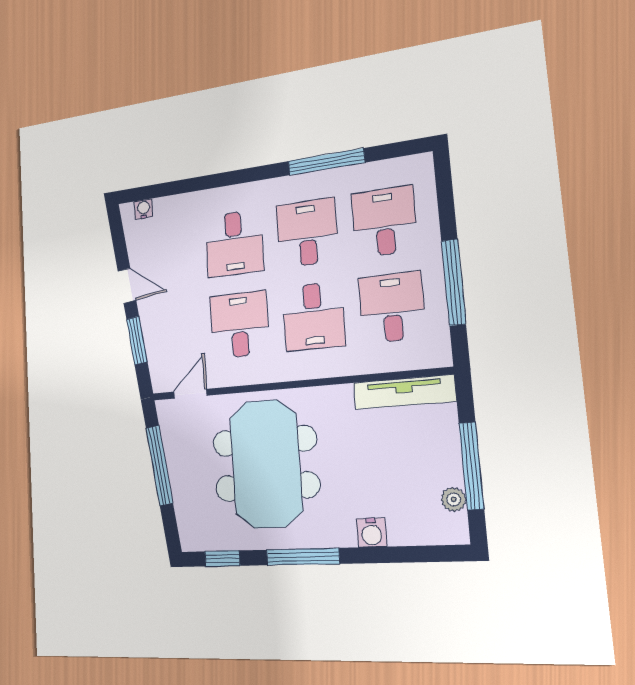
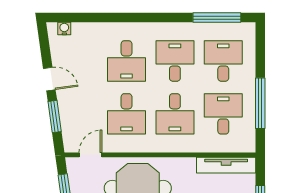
window: (326, 162) -> (217, 18), moved
desk: (239, 325) -> (127, 114), turned 180

